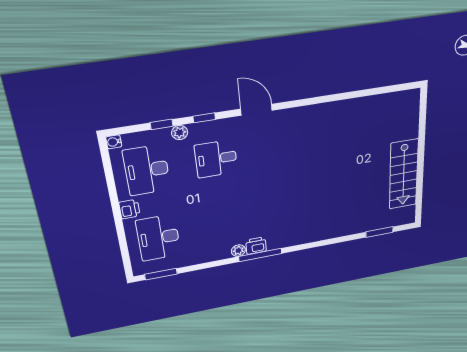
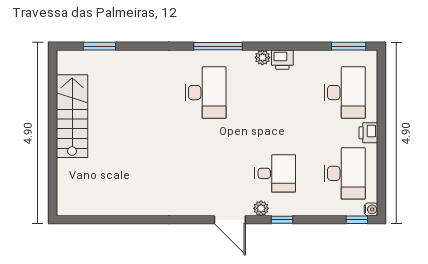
window: (162, 124) -> (357, 220), moved
plant: (180, 133) -> (261, 208), moved
desk: (287, 214) -> (206, 93), added
printer: (256, 246) -> (282, 60), moved
window: (260, 255) -> (218, 46), moved

